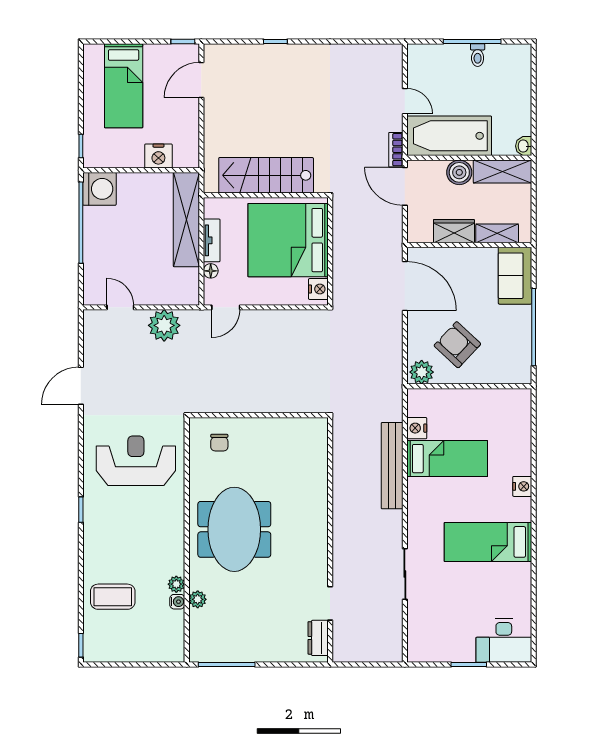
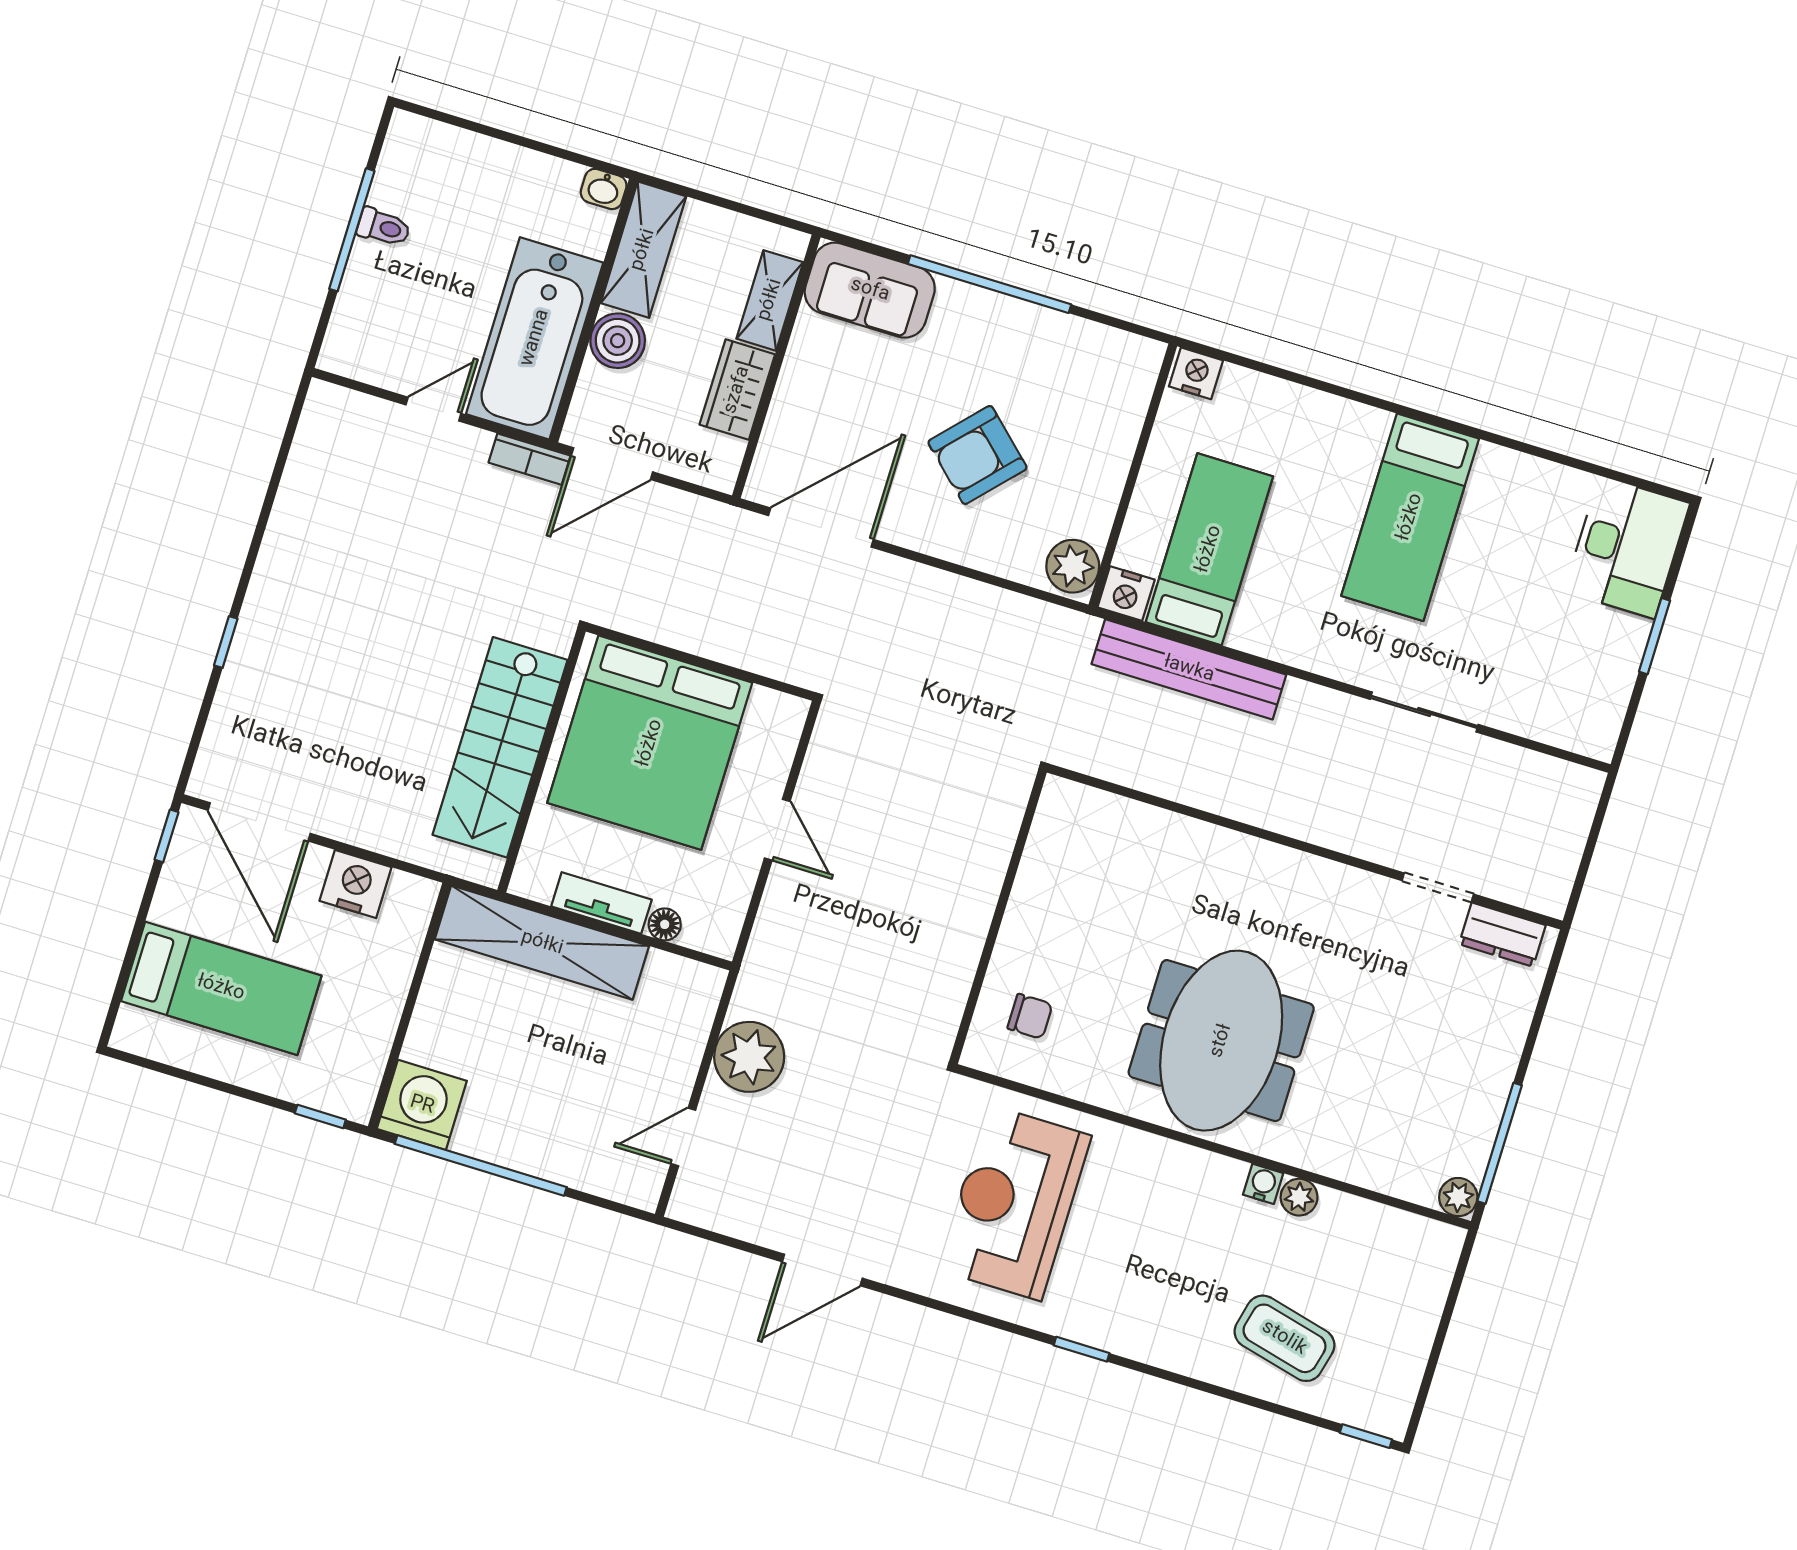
door: (201, 80) -> (259, 822), width x1.36
nightstand: (158, 156) -> (356, 884), moved, turned -90
nightstand: (318, 289) -> (772, 711), removed
door: (226, 307) -> (777, 830), moved
plant: (422, 372) -> (1073, 566), moved
door: (81, 386) -> (822, 1270), hinge flipped
wall: (469, 386) -> (1133, 475), moved
nightstand: (522, 486) -> (1196, 373), moved
meeting table: (234, 529) -> (1221, 1041), turned 90
coffee table: (113, 597) -> (1284, 1338), turned -76
plant: (198, 599) -> (1458, 1197), moved
water cooler: (177, 602) -> (1263, 1184), moved

